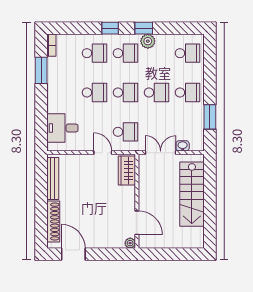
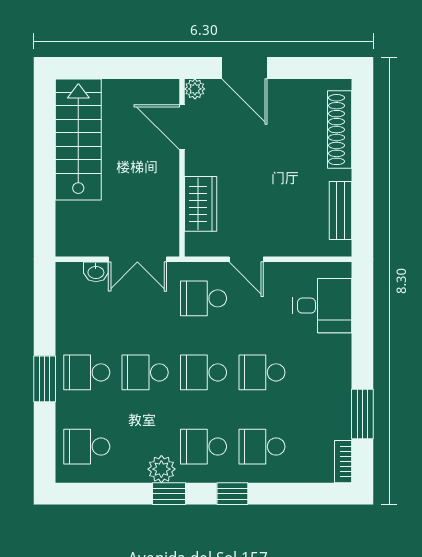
window: (210, 117) -> (45, 379), moved
wardrobe: (127, 171) -> (201, 204), moved
bench: (53, 179) -> (341, 210), width x0.73
stairs: (192, 194) -> (78, 139), moved
door: (73, 254) -> (245, 68), moved

